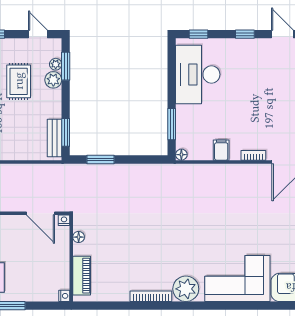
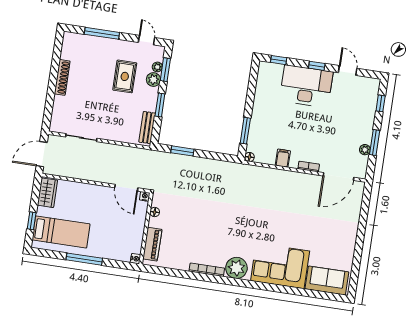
desk: (198, 74) -> (306, 86), moved, turned 90
window: (66, 132) -> (160, 105), moved

